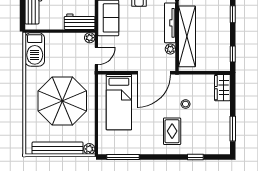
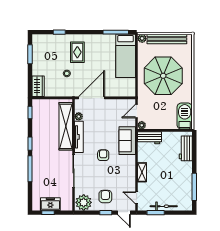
bed: (119, 102) -> (126, 56), moved, turned 180

